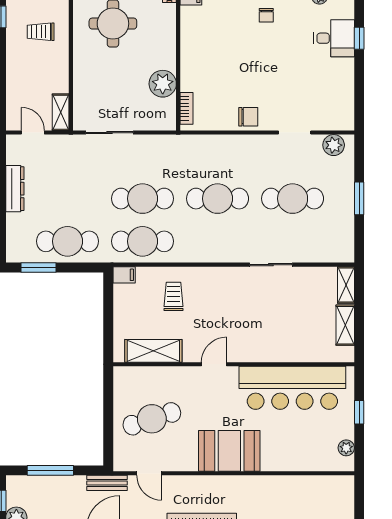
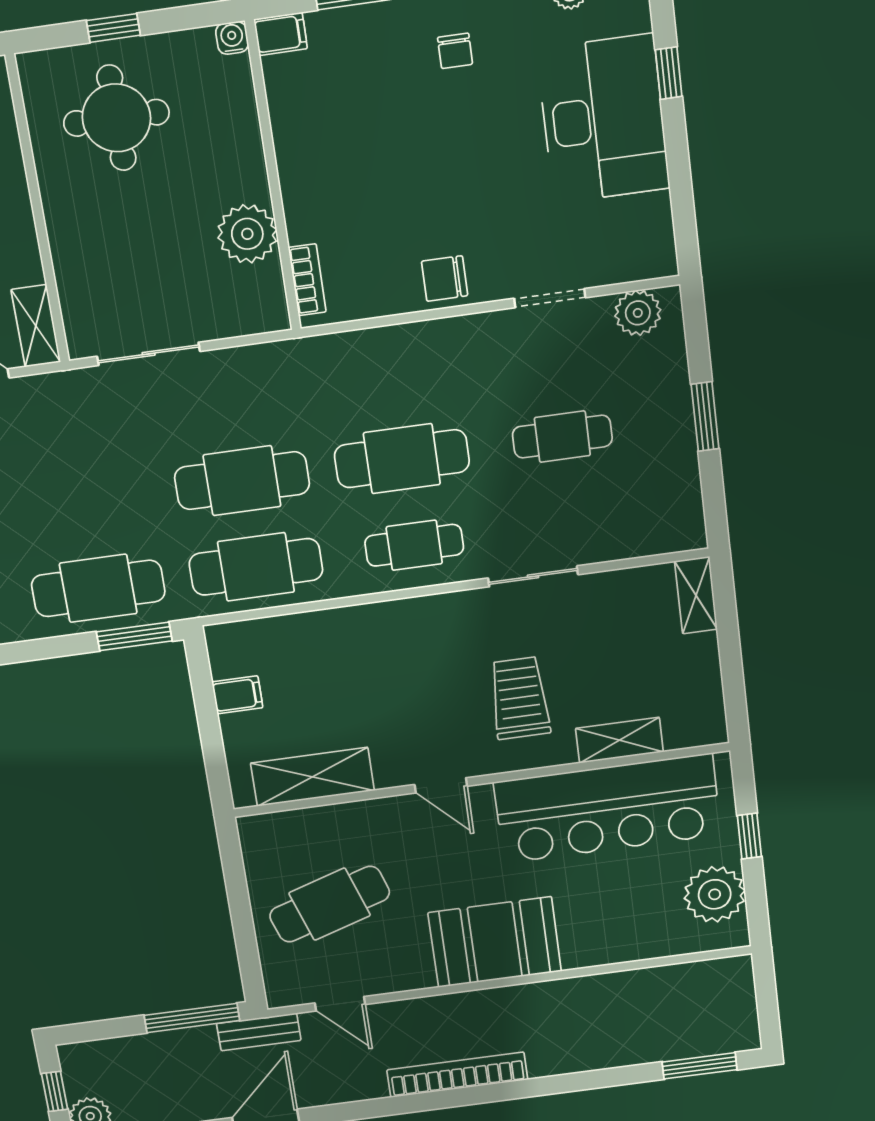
desk: (334, 38) -> (603, 119), width x1.87, depth x1.30
chair: (248, 117) -> (445, 278), turned 180
cafe table: (293, 199) -> (562, 437), width x0.73, depth x0.74
cafe table: (218, 241) -> (414, 545), added
window: (38, 267) -> (134, 636), moved
filing cabinet: (124, 275) -> (237, 695), moved
trolley: (173, 296) -> (520, 698), moved, width x1.36, depth x1.39
shelving: (345, 325) -> (619, 740), moved, turned 90
door: (214, 364) -> (441, 785), swing flipped
plant: (346, 448) -> (715, 894), width x1.87, depth x1.87
window: (50, 470) -> (192, 1018), moved

